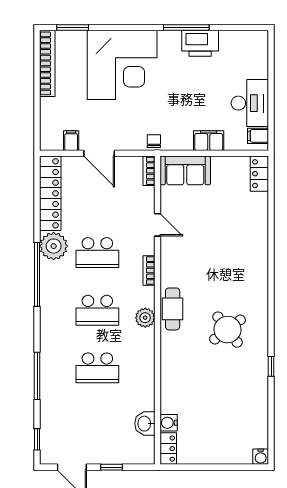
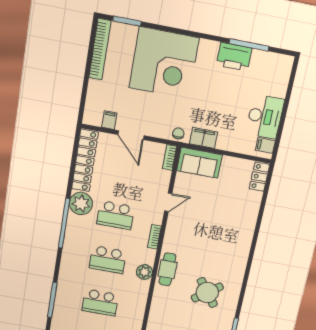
window: (186, 27) -> (249, 45), moved
filing cabinet: (209, 141) -> (204, 138), moved
door: (158, 225) -> (168, 202), hinge flipped

